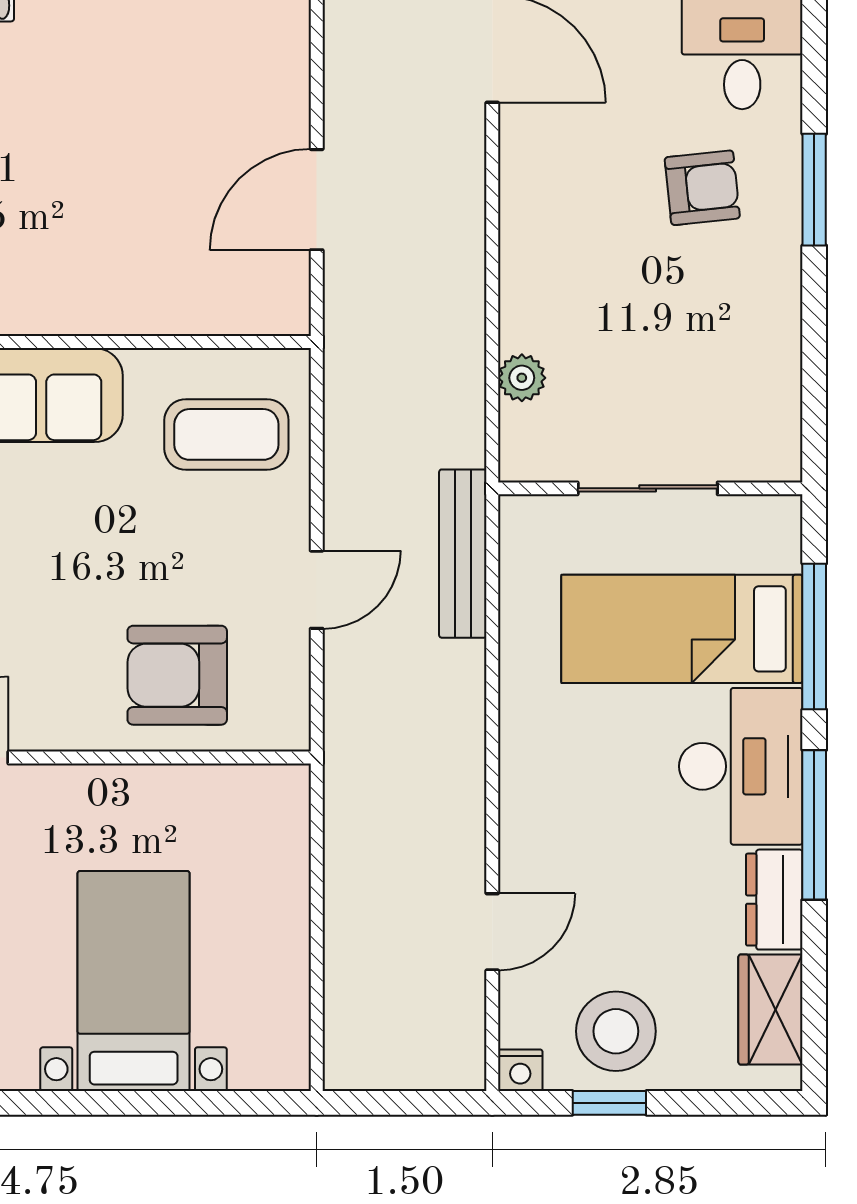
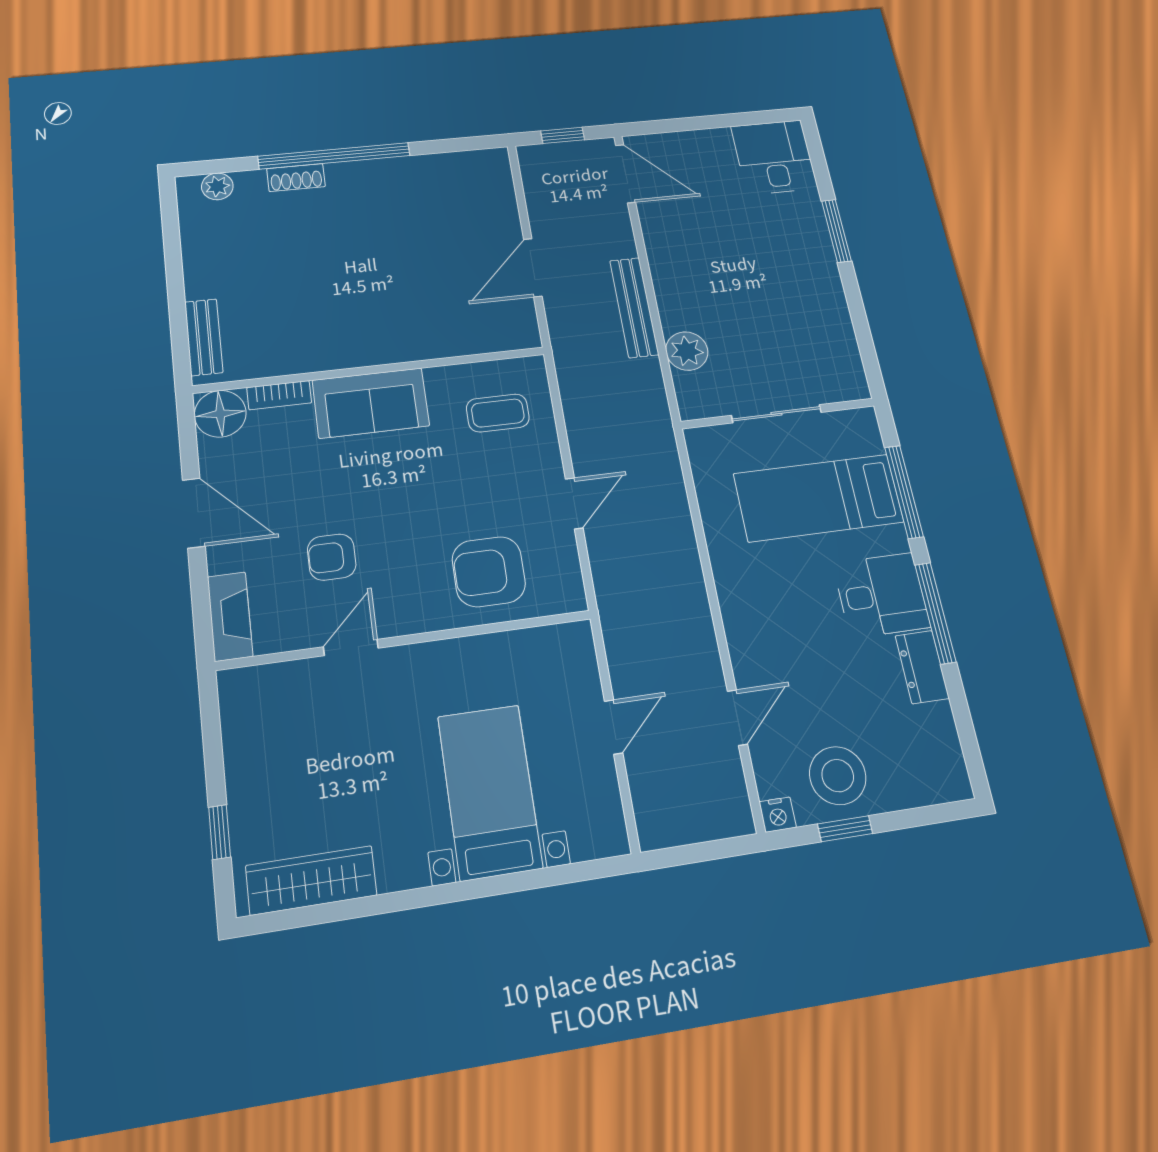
armchair: (702, 188) -> (769, 237), removed
plant: (522, 378) -> (687, 351), width x1.38, depth x1.38
coffee table: (226, 434) -> (498, 413), width x0.73, depth x0.77
bench: (463, 554) -> (634, 307), moved
desk: (741, 766) -> (881, 595), width x0.73
door: (317, 920) -> (614, 727), added
wardrobe: (770, 1009) -> (939, 744), removed

